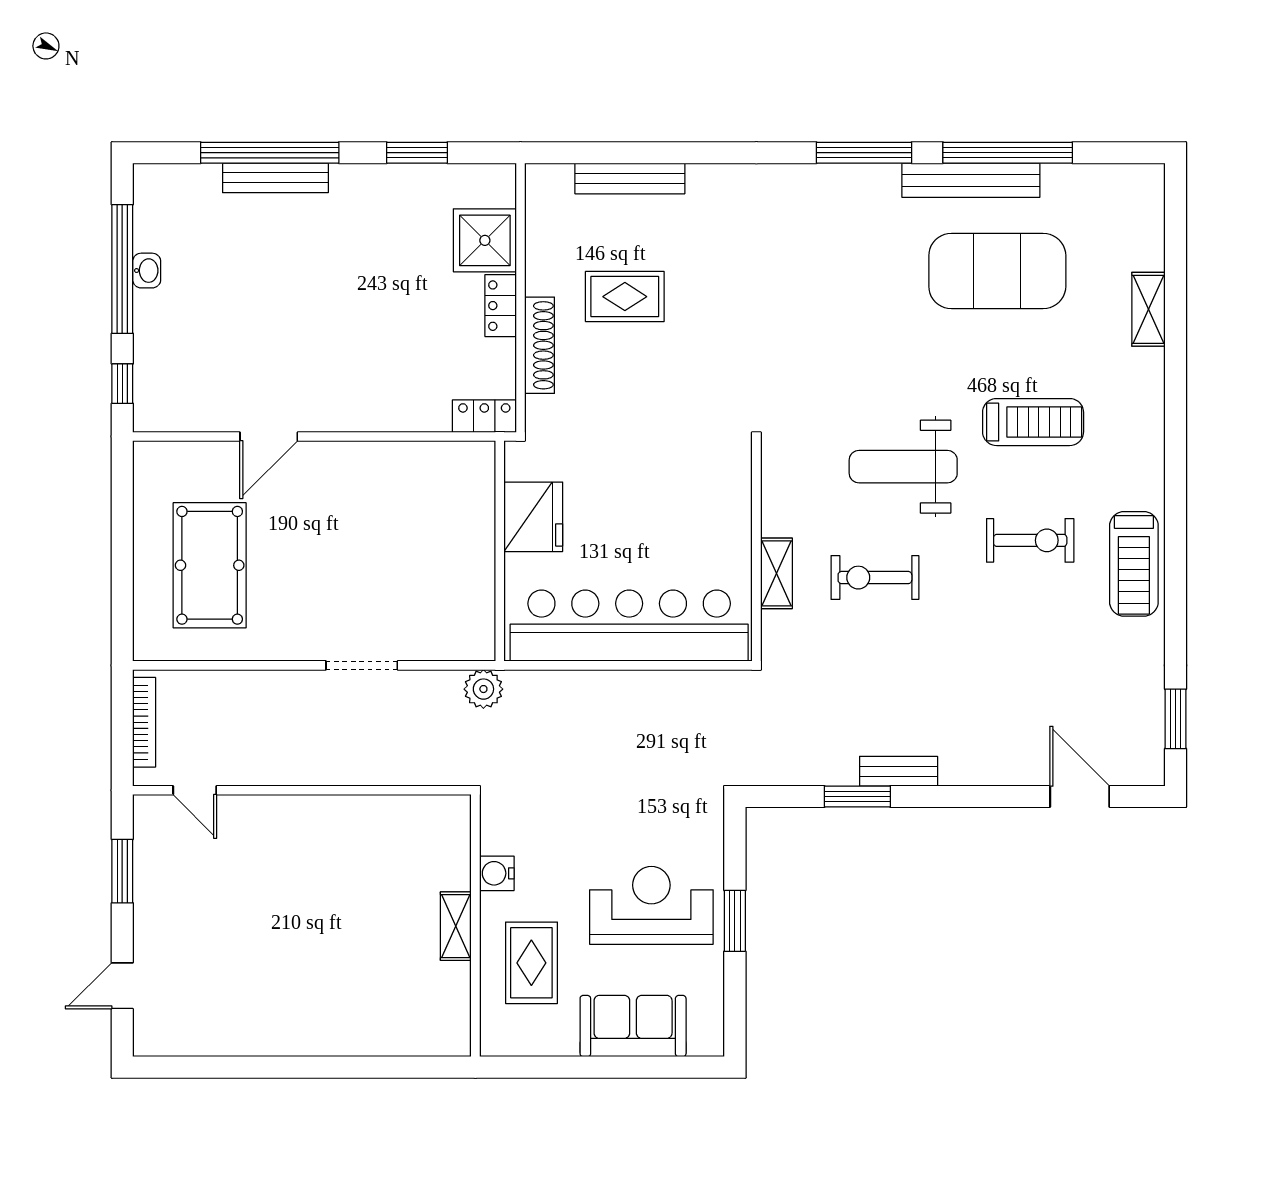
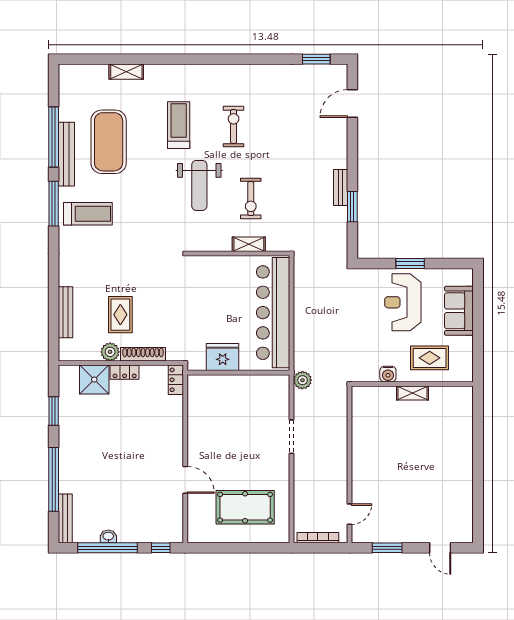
bench: (275, 178) -> (65, 518), moved
plant: (545, 274) -> (110, 352), added
treadmill: (1134, 564) -> (88, 214), moved

